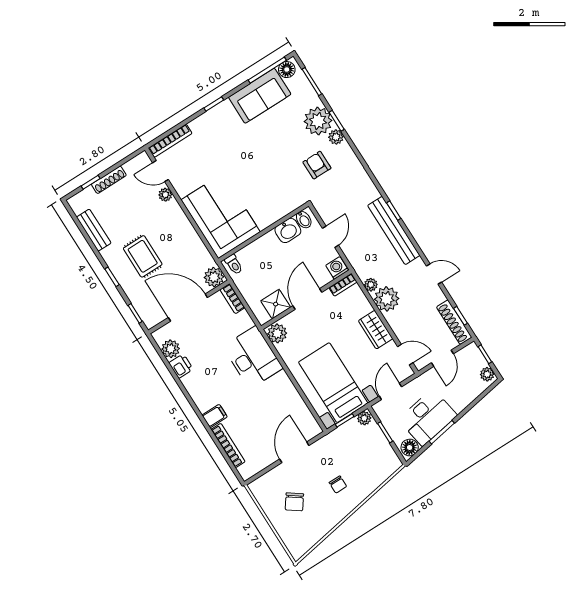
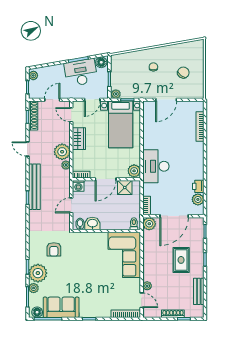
plant: (336, 137) -> (34, 288), moved
door: (188, 307) -> (174, 216), hinge flipped
filing cabinet: (215, 416) -> (197, 147), removed

